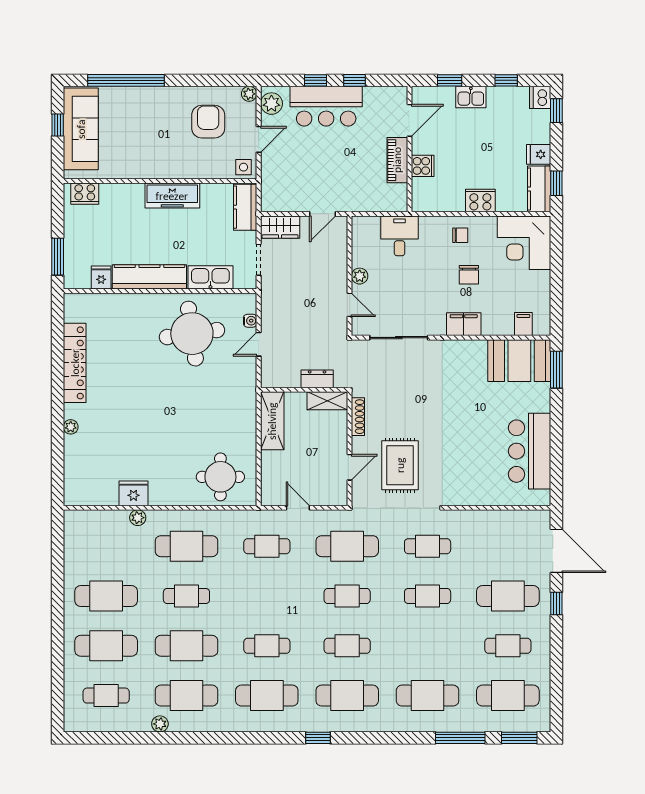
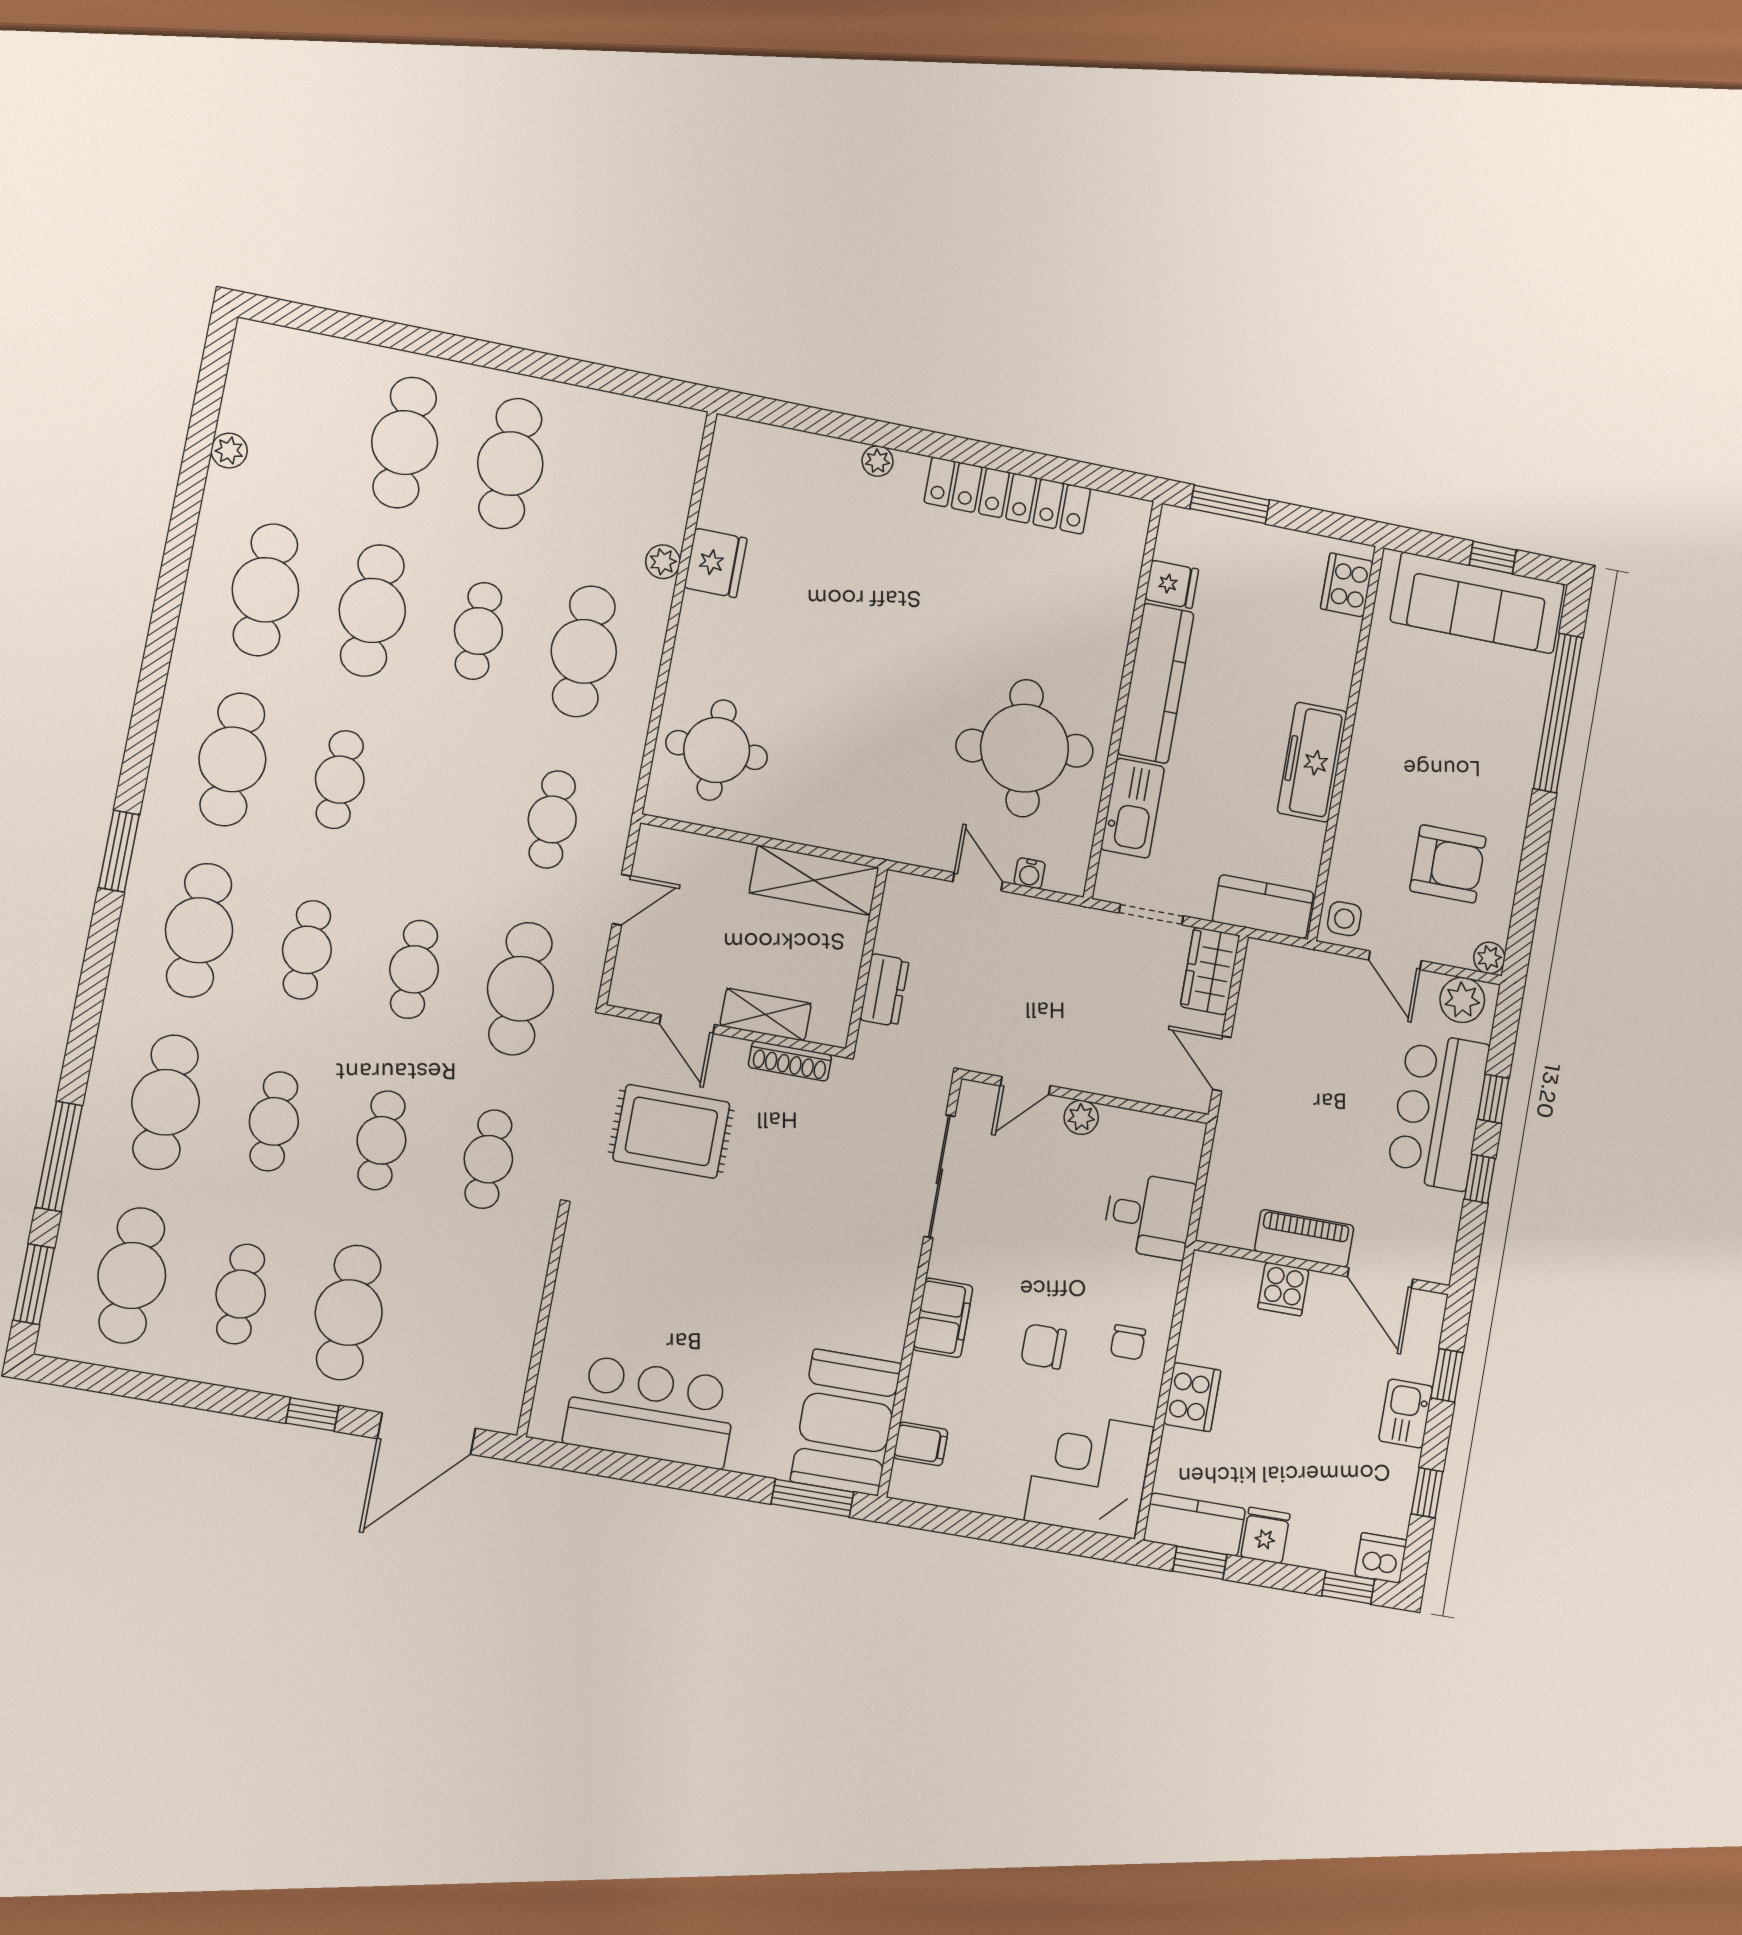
shelving: (327, 401) -> (766, 1015), moved, turned 90
cafe table: (106, 696) -> (274, 1121), moved
plant: (160, 724) -> (229, 451), moved
window: (318, 738) -> (119, 851), width x1.50

